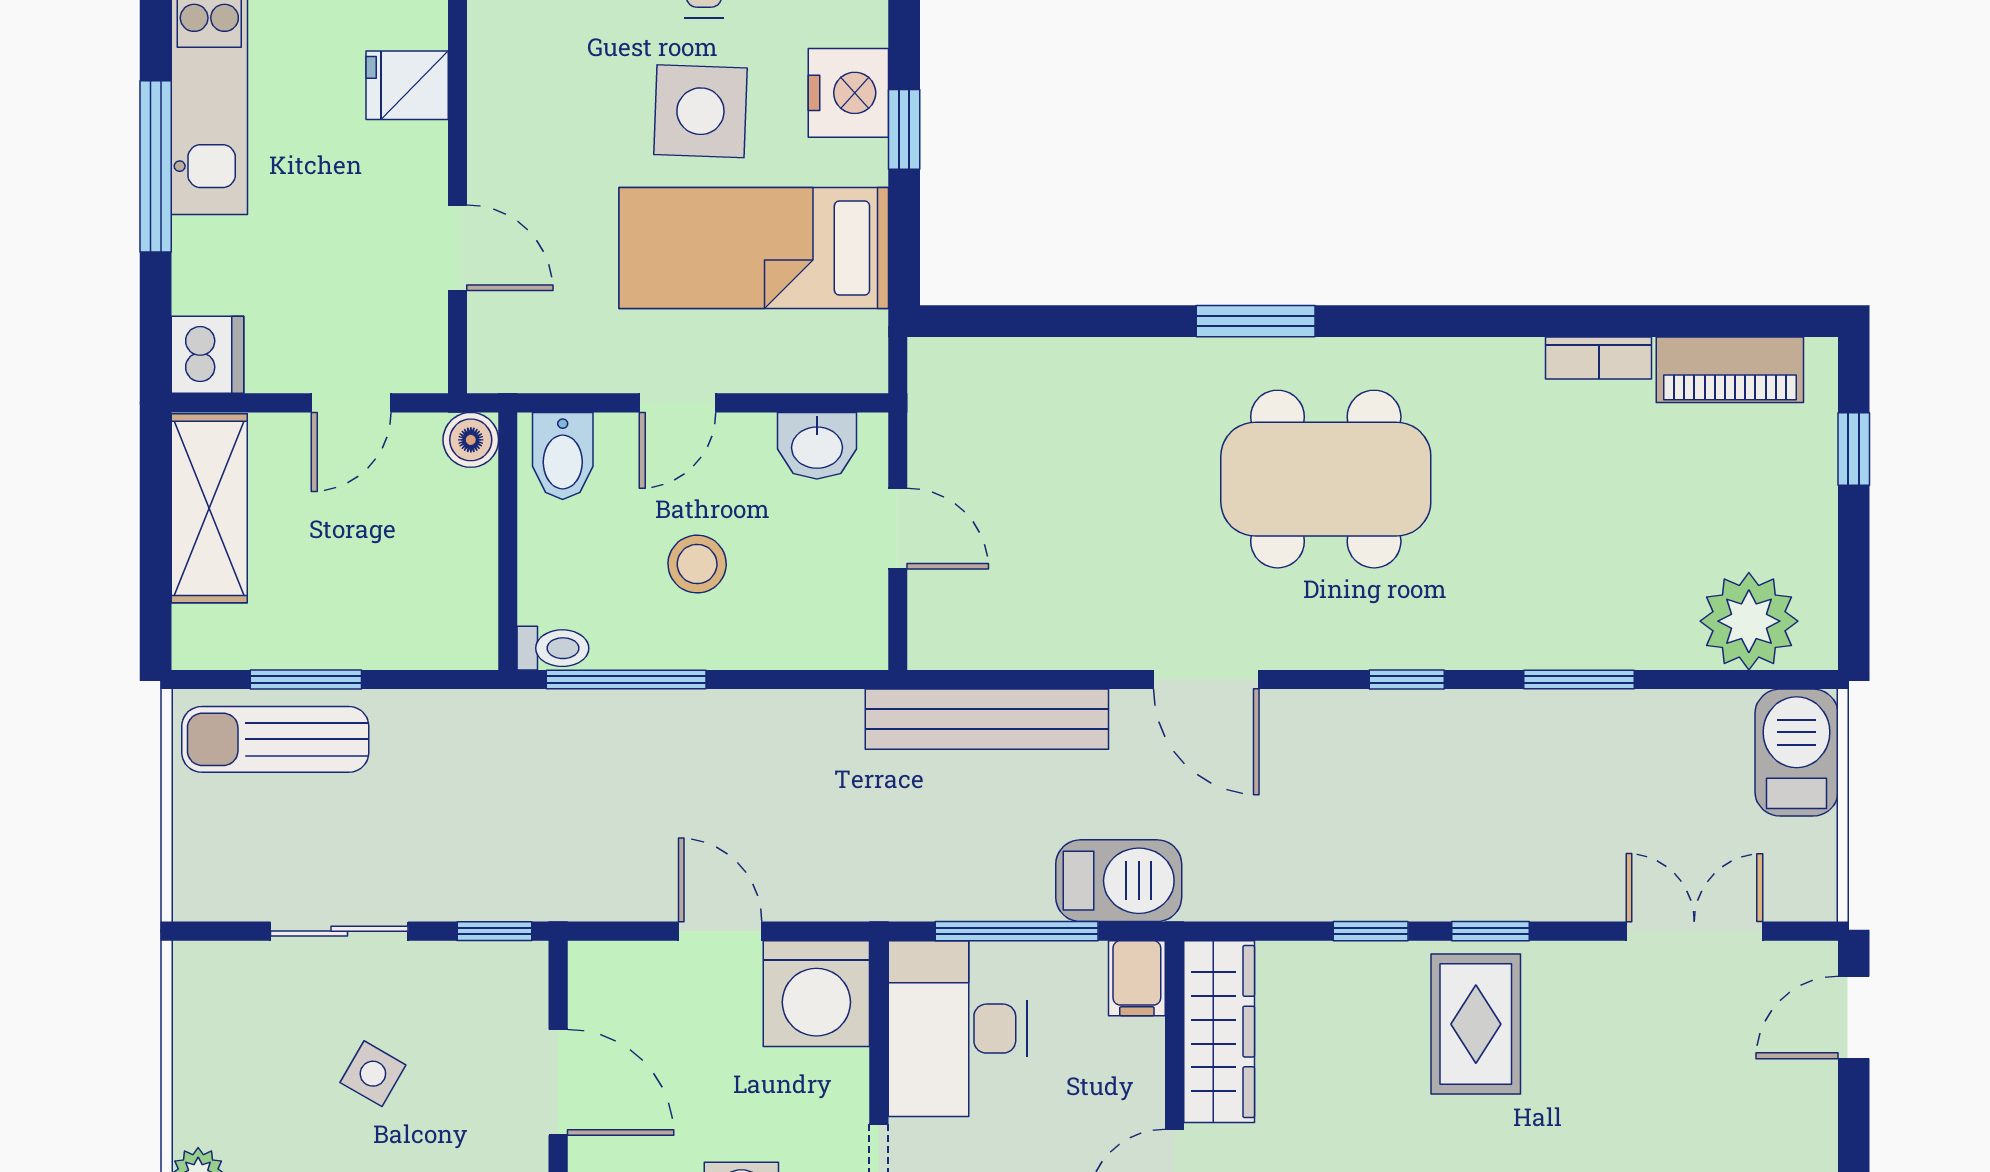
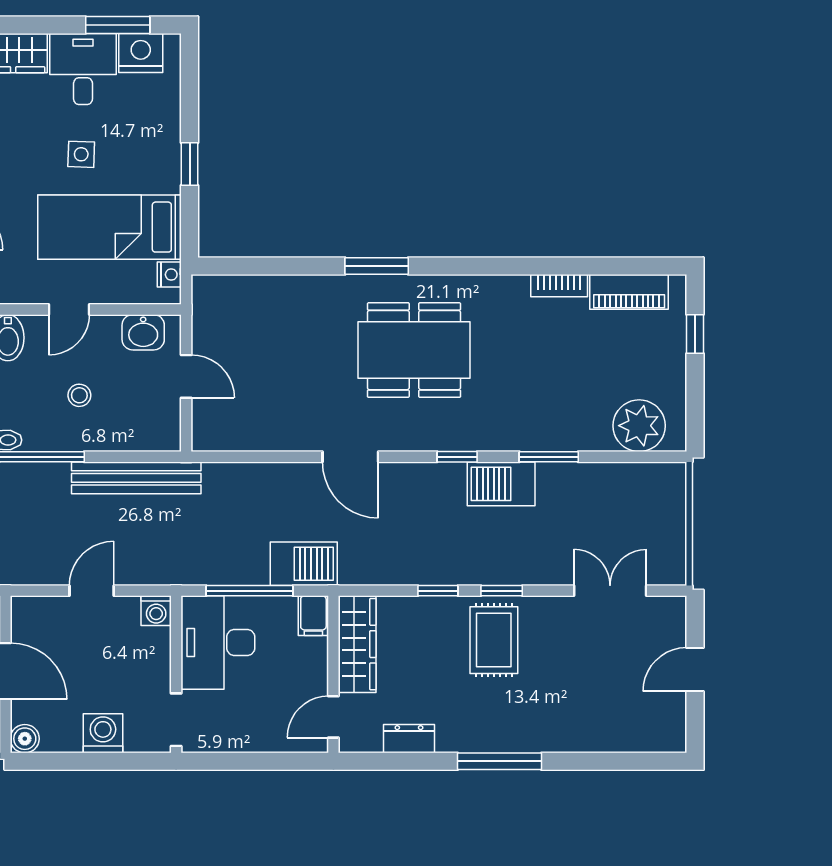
nightstand: (848, 93) -> (169, 275), moved, width x0.53, depth x0.56
side table: (700, 111) -> (81, 154), width x0.54, depth x0.54
stool: (697, 564) -> (79, 395), width x0.73, depth x0.73
bench: (987, 719) -> (136, 478), moved
barbecue: (1797, 753) -> (501, 484), moved, turned -90
door: (720, 931) -> (92, 591), hinge flipped
washing machine: (816, 994) -> (156, 611), width x0.53, depth x0.53
door: (1854, 1018) -> (695, 670), moved

